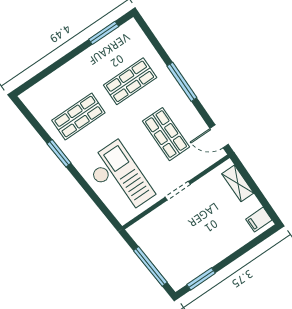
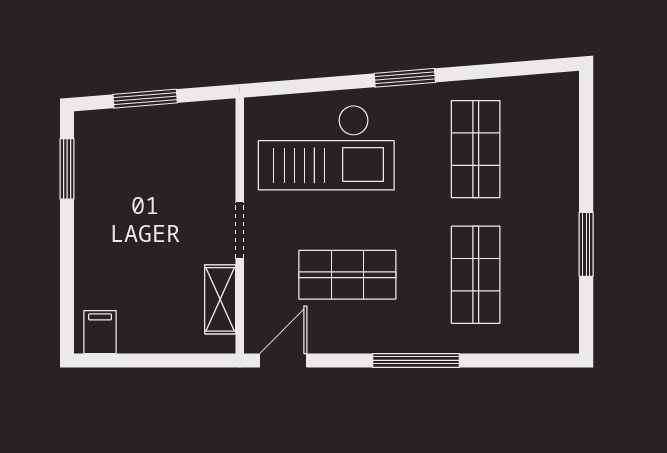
window: (104, 33) -> (586, 244), moved
window: (59, 153) -> (405, 78), moved
shelving: (238, 183) -> (220, 299), moved, turned 90
window: (150, 266) -> (145, 99), width x0.69

